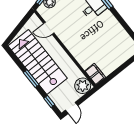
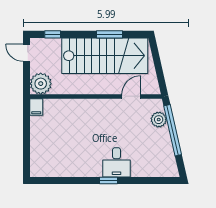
filing cabinet: (95, 74) -> (36, 107), width x0.50
window: (31, 79) -> (110, 34), moved

